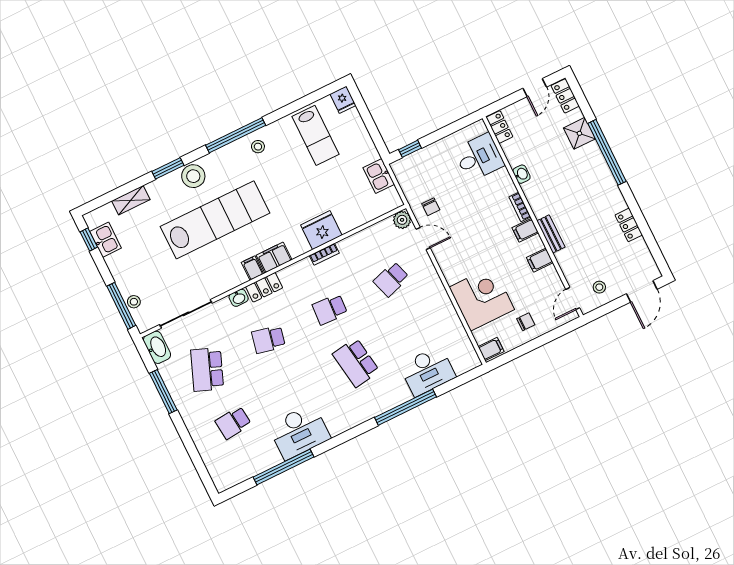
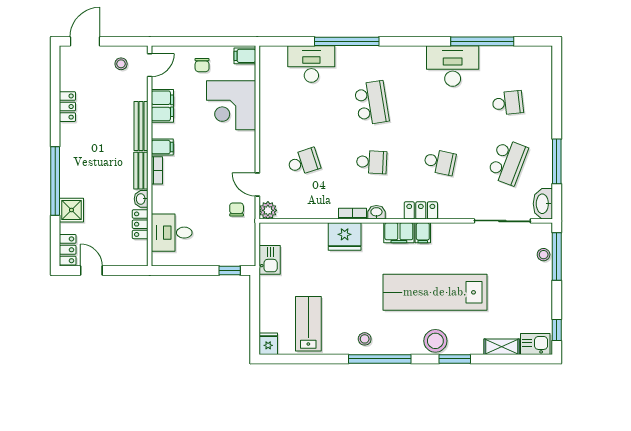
door: (535, 88) -> (91, 270), hinge flipped
locker: (499, 127) -> (140, 224), moved
bench: (534, 200) -> (141, 171), added
bench: (551, 234) -> (141, 126), width x1.36
kitchen sink: (106, 240) -> (535, 344), moved, turned 90
filing cabinet: (540, 260) -> (162, 106), width x2.00
washbasin: (239, 298) -> (376, 212), moved
chair: (526, 322) -> (202, 65), turned -90

